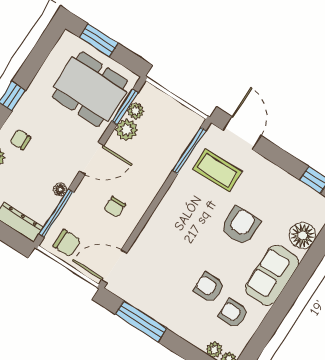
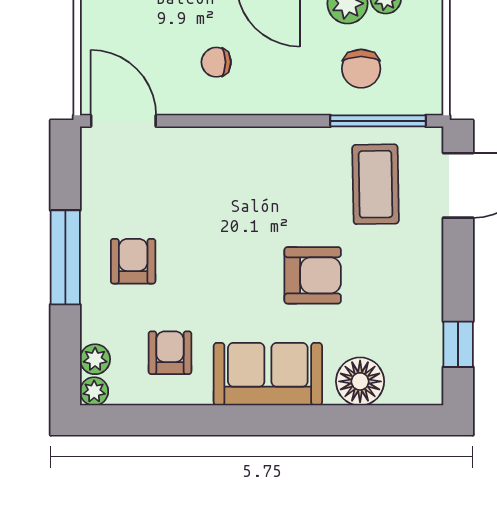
chair: (67, 243) -> (361, 69), moved
armchair: (209, 288) -> (133, 261), moved
window: (141, 321) -> (65, 257), moved

